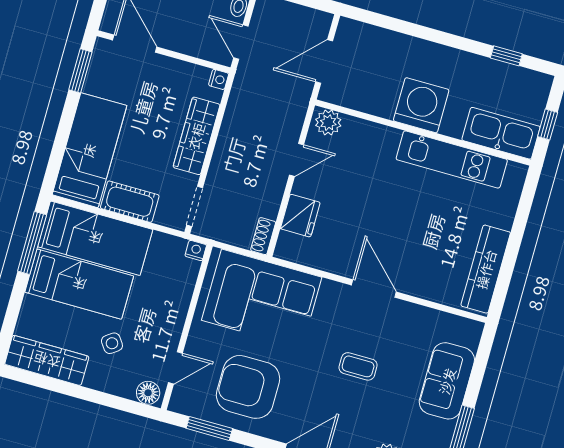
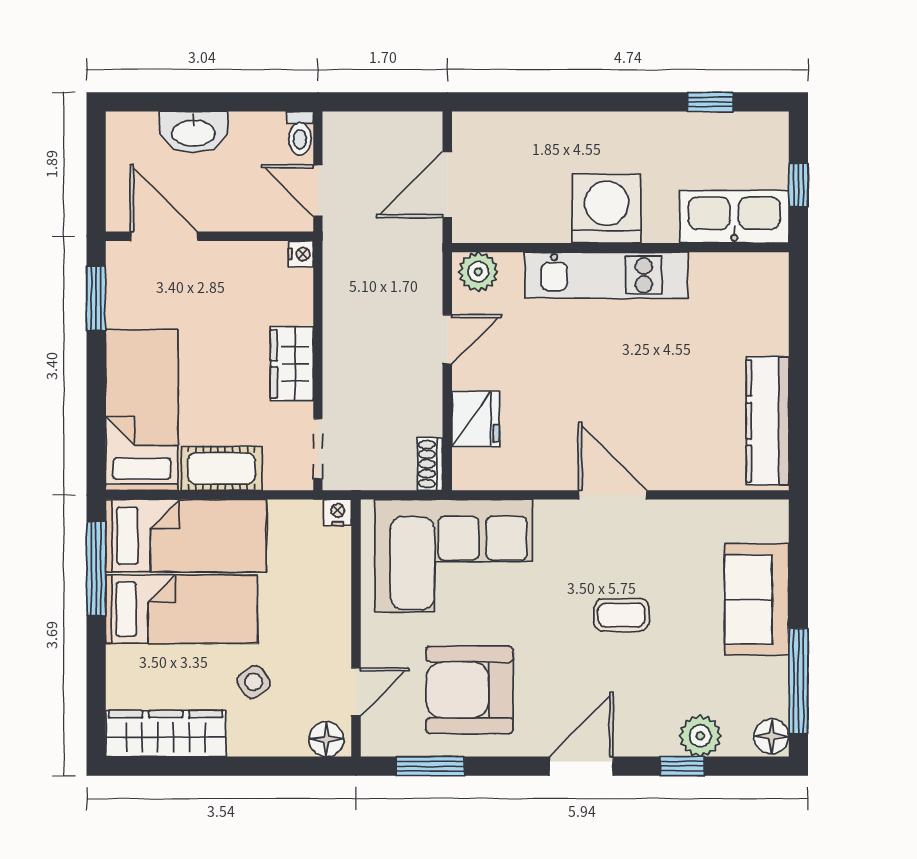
wardrobe: (196, 136) -> (292, 364), width x0.67
kitchen unit: (452, 159) -> (606, 275), moved

